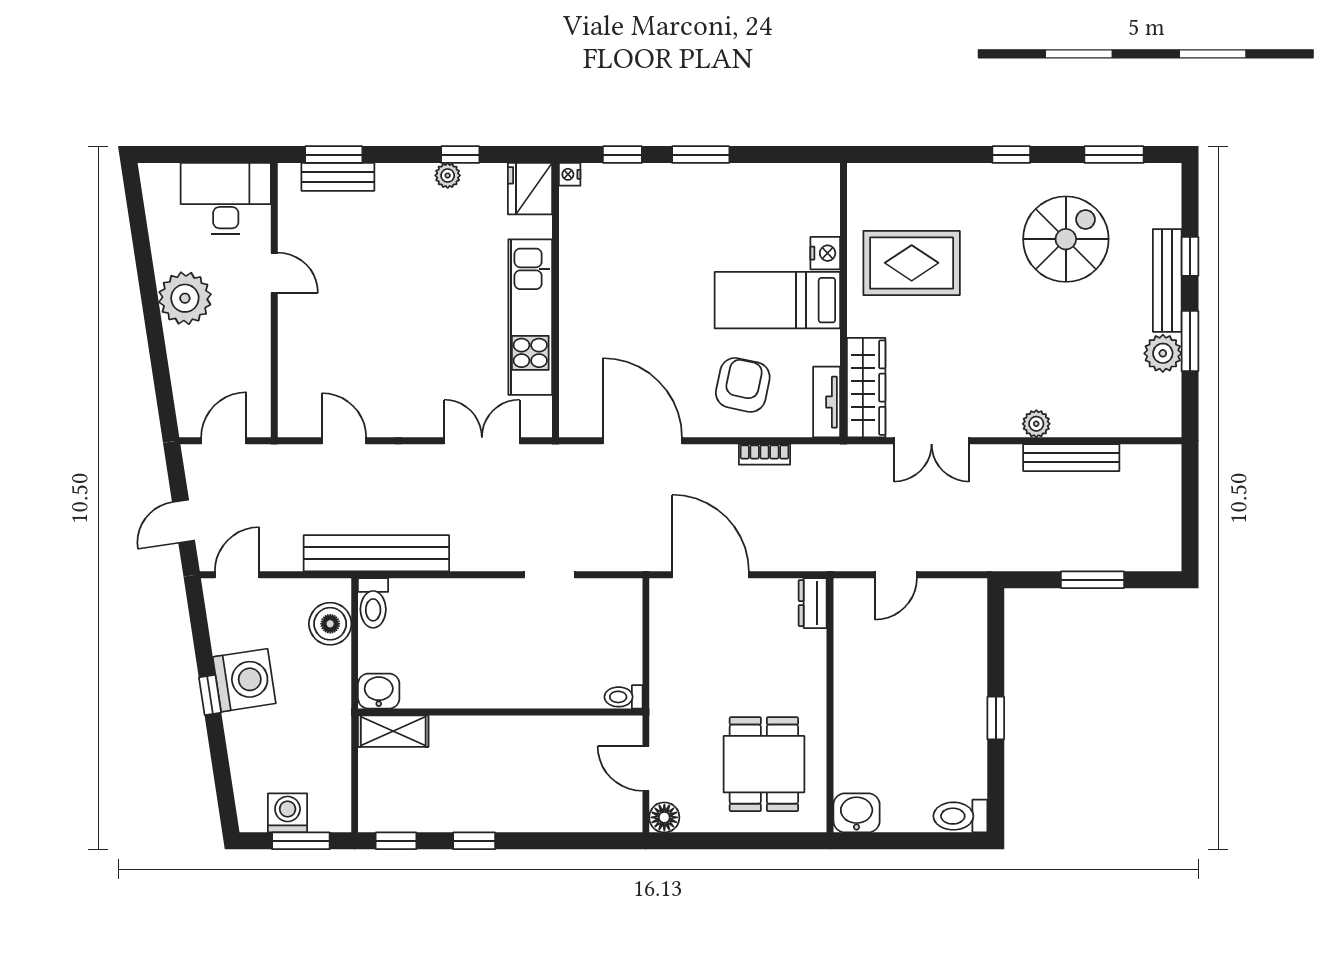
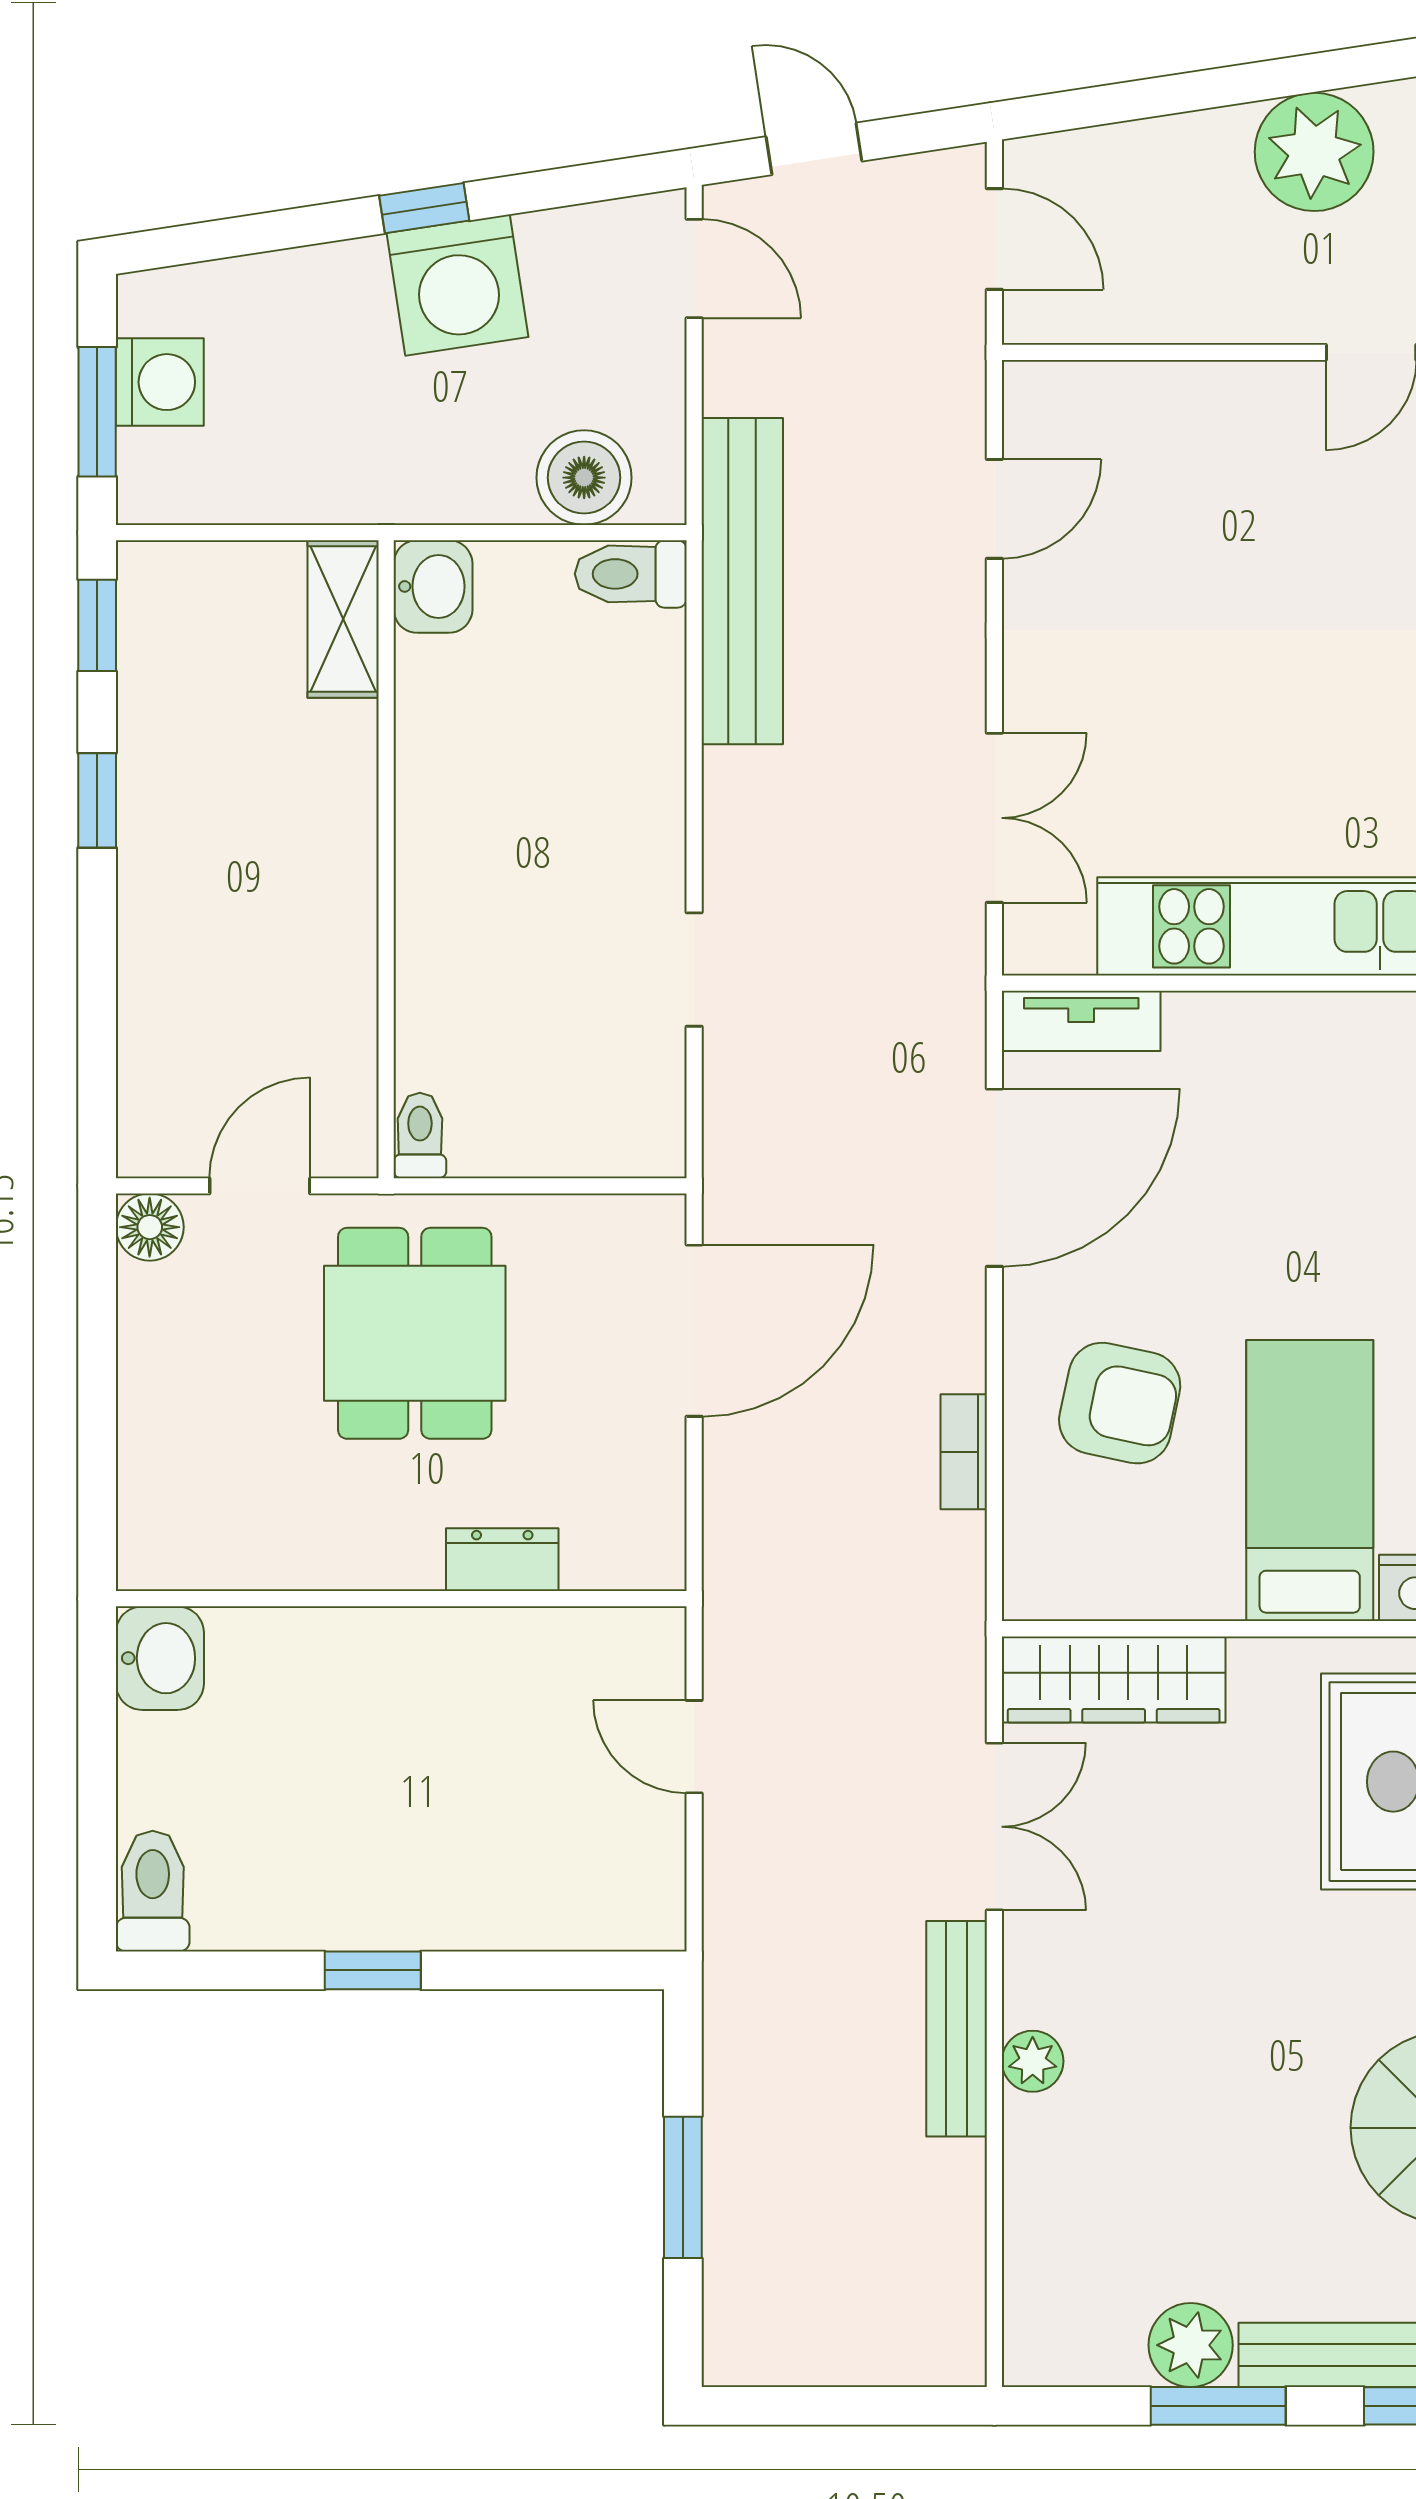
tv unit: (827, 402) -> (1081, 1021), moved, turned 180
double door: (932, 441) -> (994, 1827), swing flipped
bench: (1071, 458) -> (957, 2029), moved
dresser: (813, 603) -> (502, 1560), moved
dining table: (764, 764) -> (415, 1333), moved, turned 90

